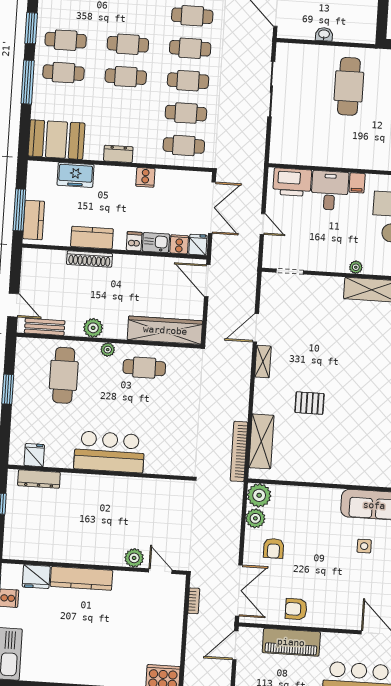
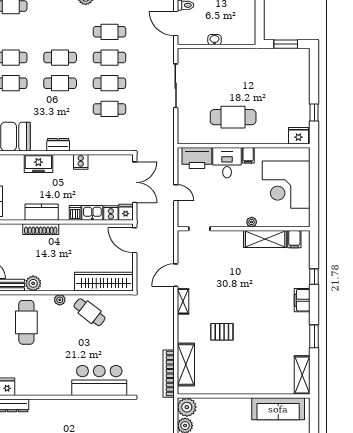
cafe table: (349, 86) -> (233, 117), moved, turned 90
cafe table: (184, 146) -> (109, 135), removed
freezer: (76, 175) -> (38, 163), moved
plant: (93, 328) -> (33, 283), moved
cafe table: (144, 368) -> (90, 312), turned 38
bar counter: (109, 452) -> (99, 381), moved

